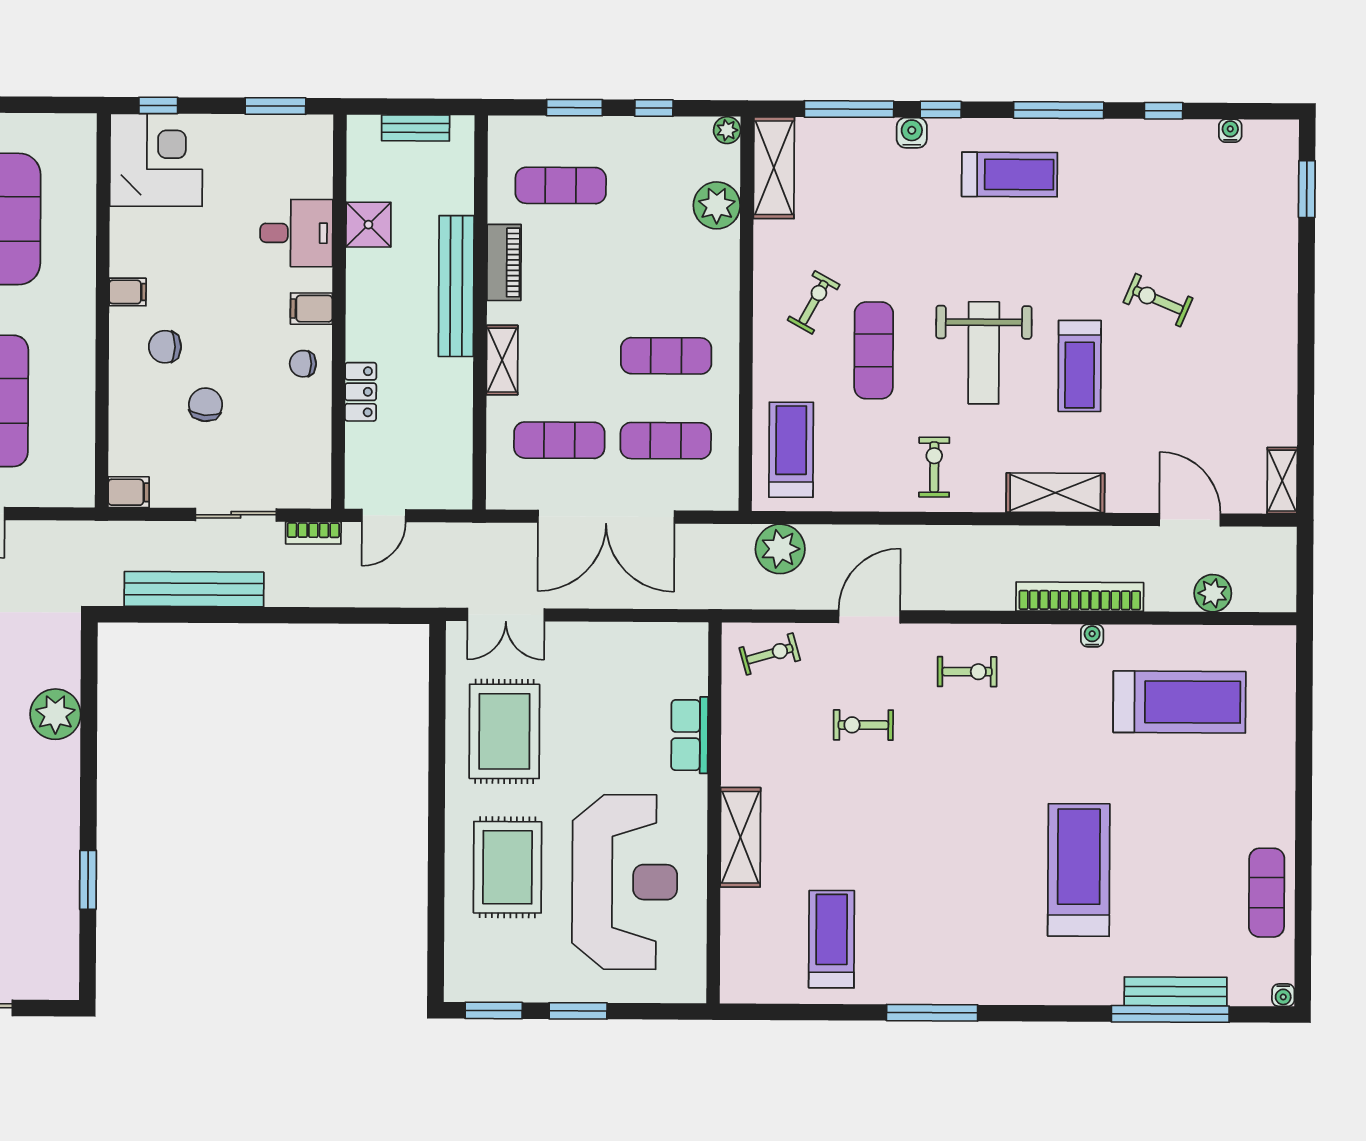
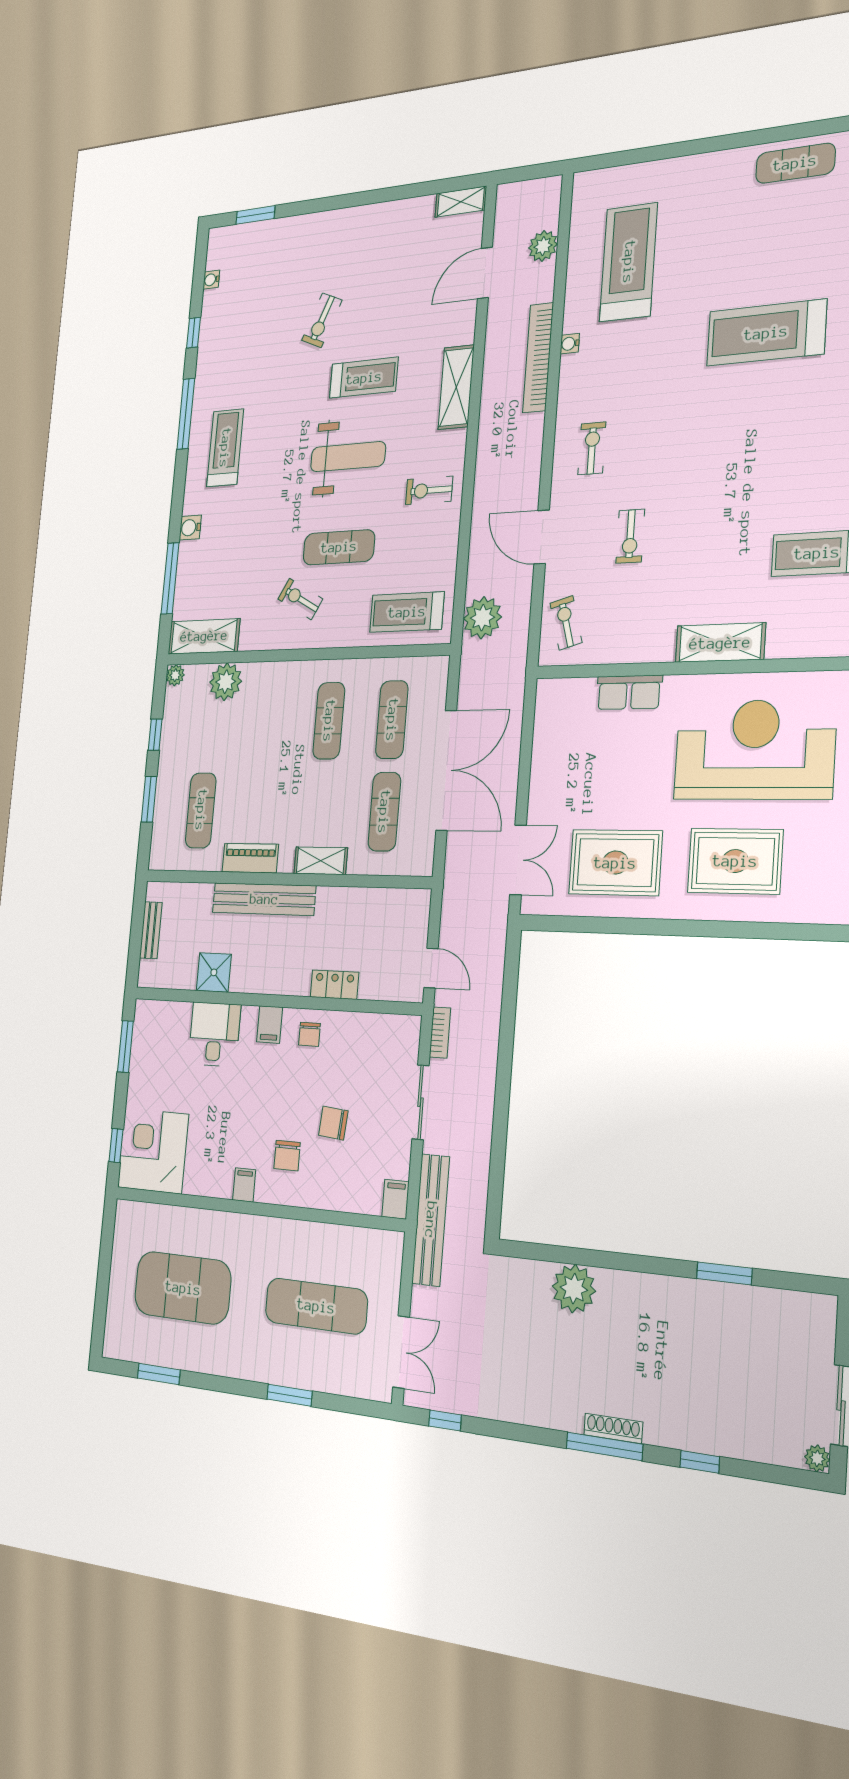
window: (941, 110) -> (177, 506), removed
bench: (194, 589) -> (431, 1220), moved

